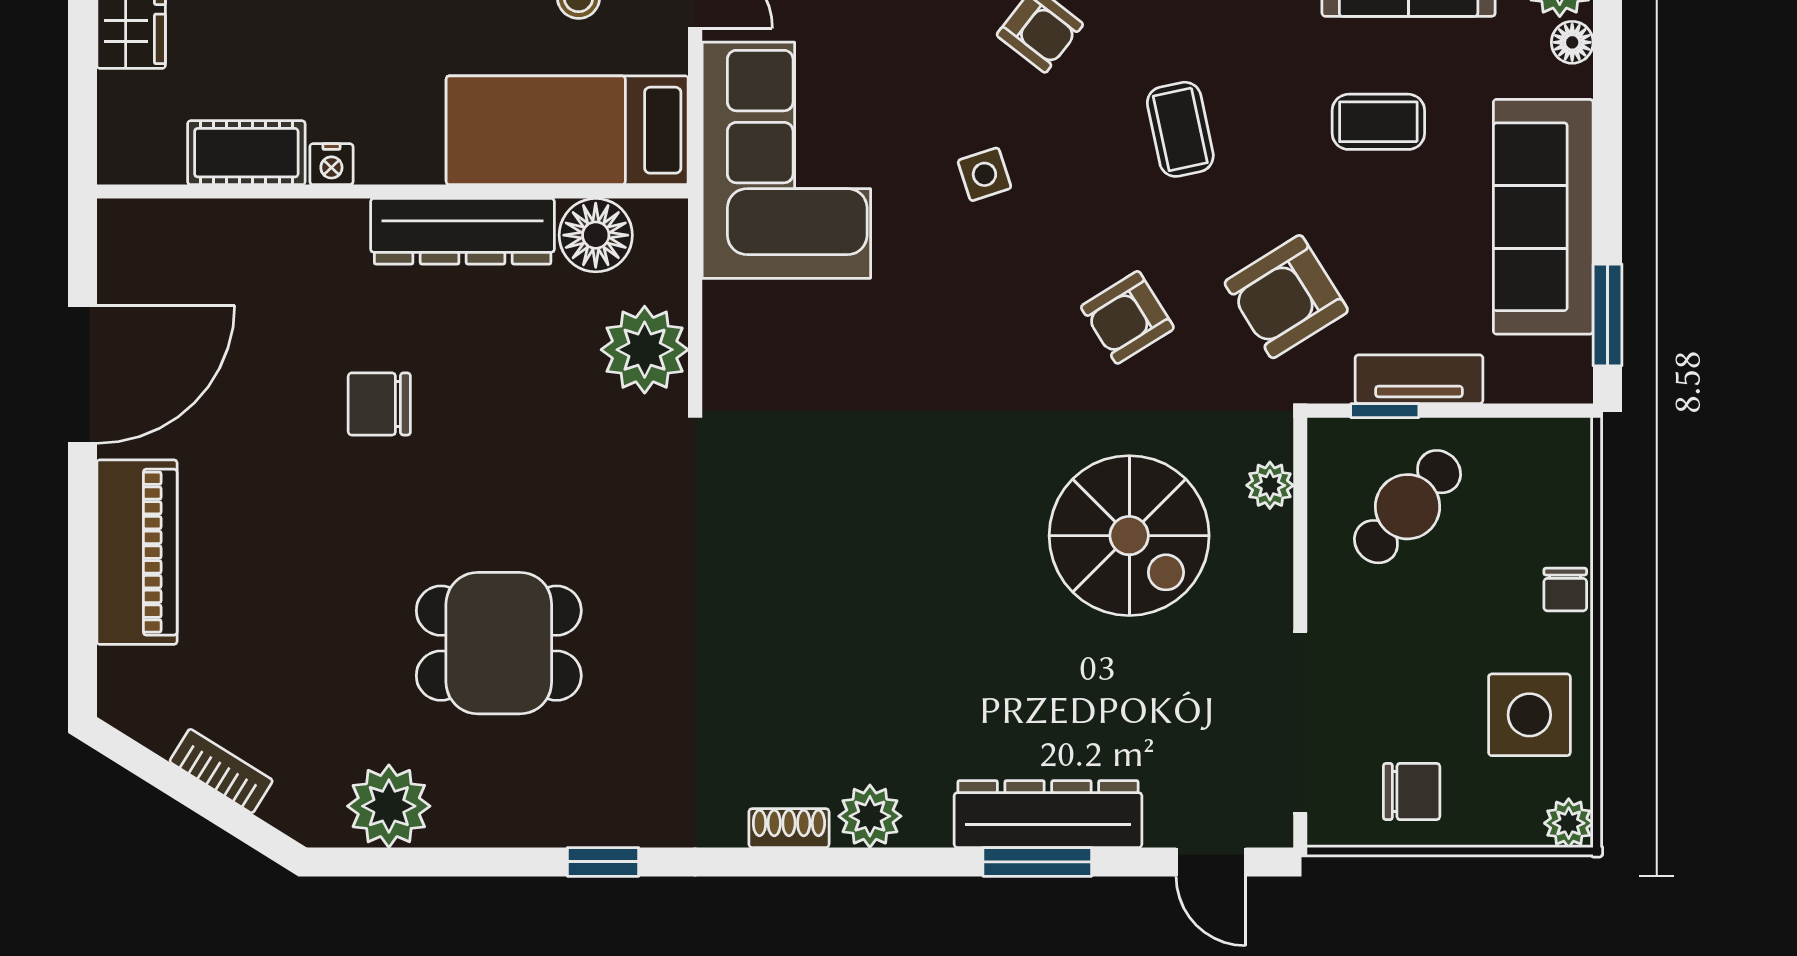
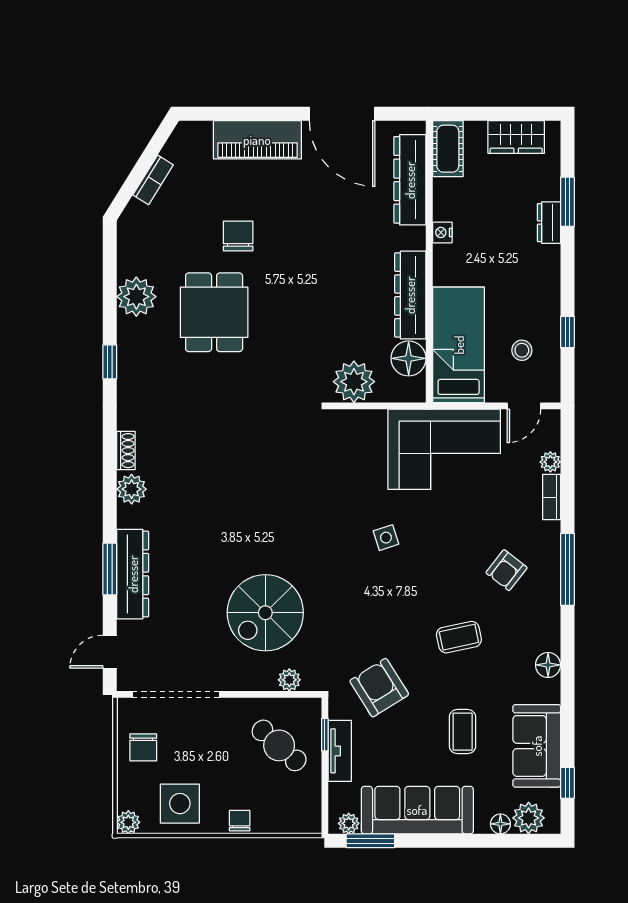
cot: (246, 153) -> (448, 149), moved
side table: (984, 174) -> (386, 538), moved
dresser: (221, 232) -> (410, 180), added
armchair: (1127, 317) -> (369, 612), removed
plant: (1571, 361) -> (349, 823), added
chair: (379, 404) -> (238, 236), moved
chair: (1565, 590) -> (240, 821), turned 90
plant: (389, 806) -> (136, 297), moved

